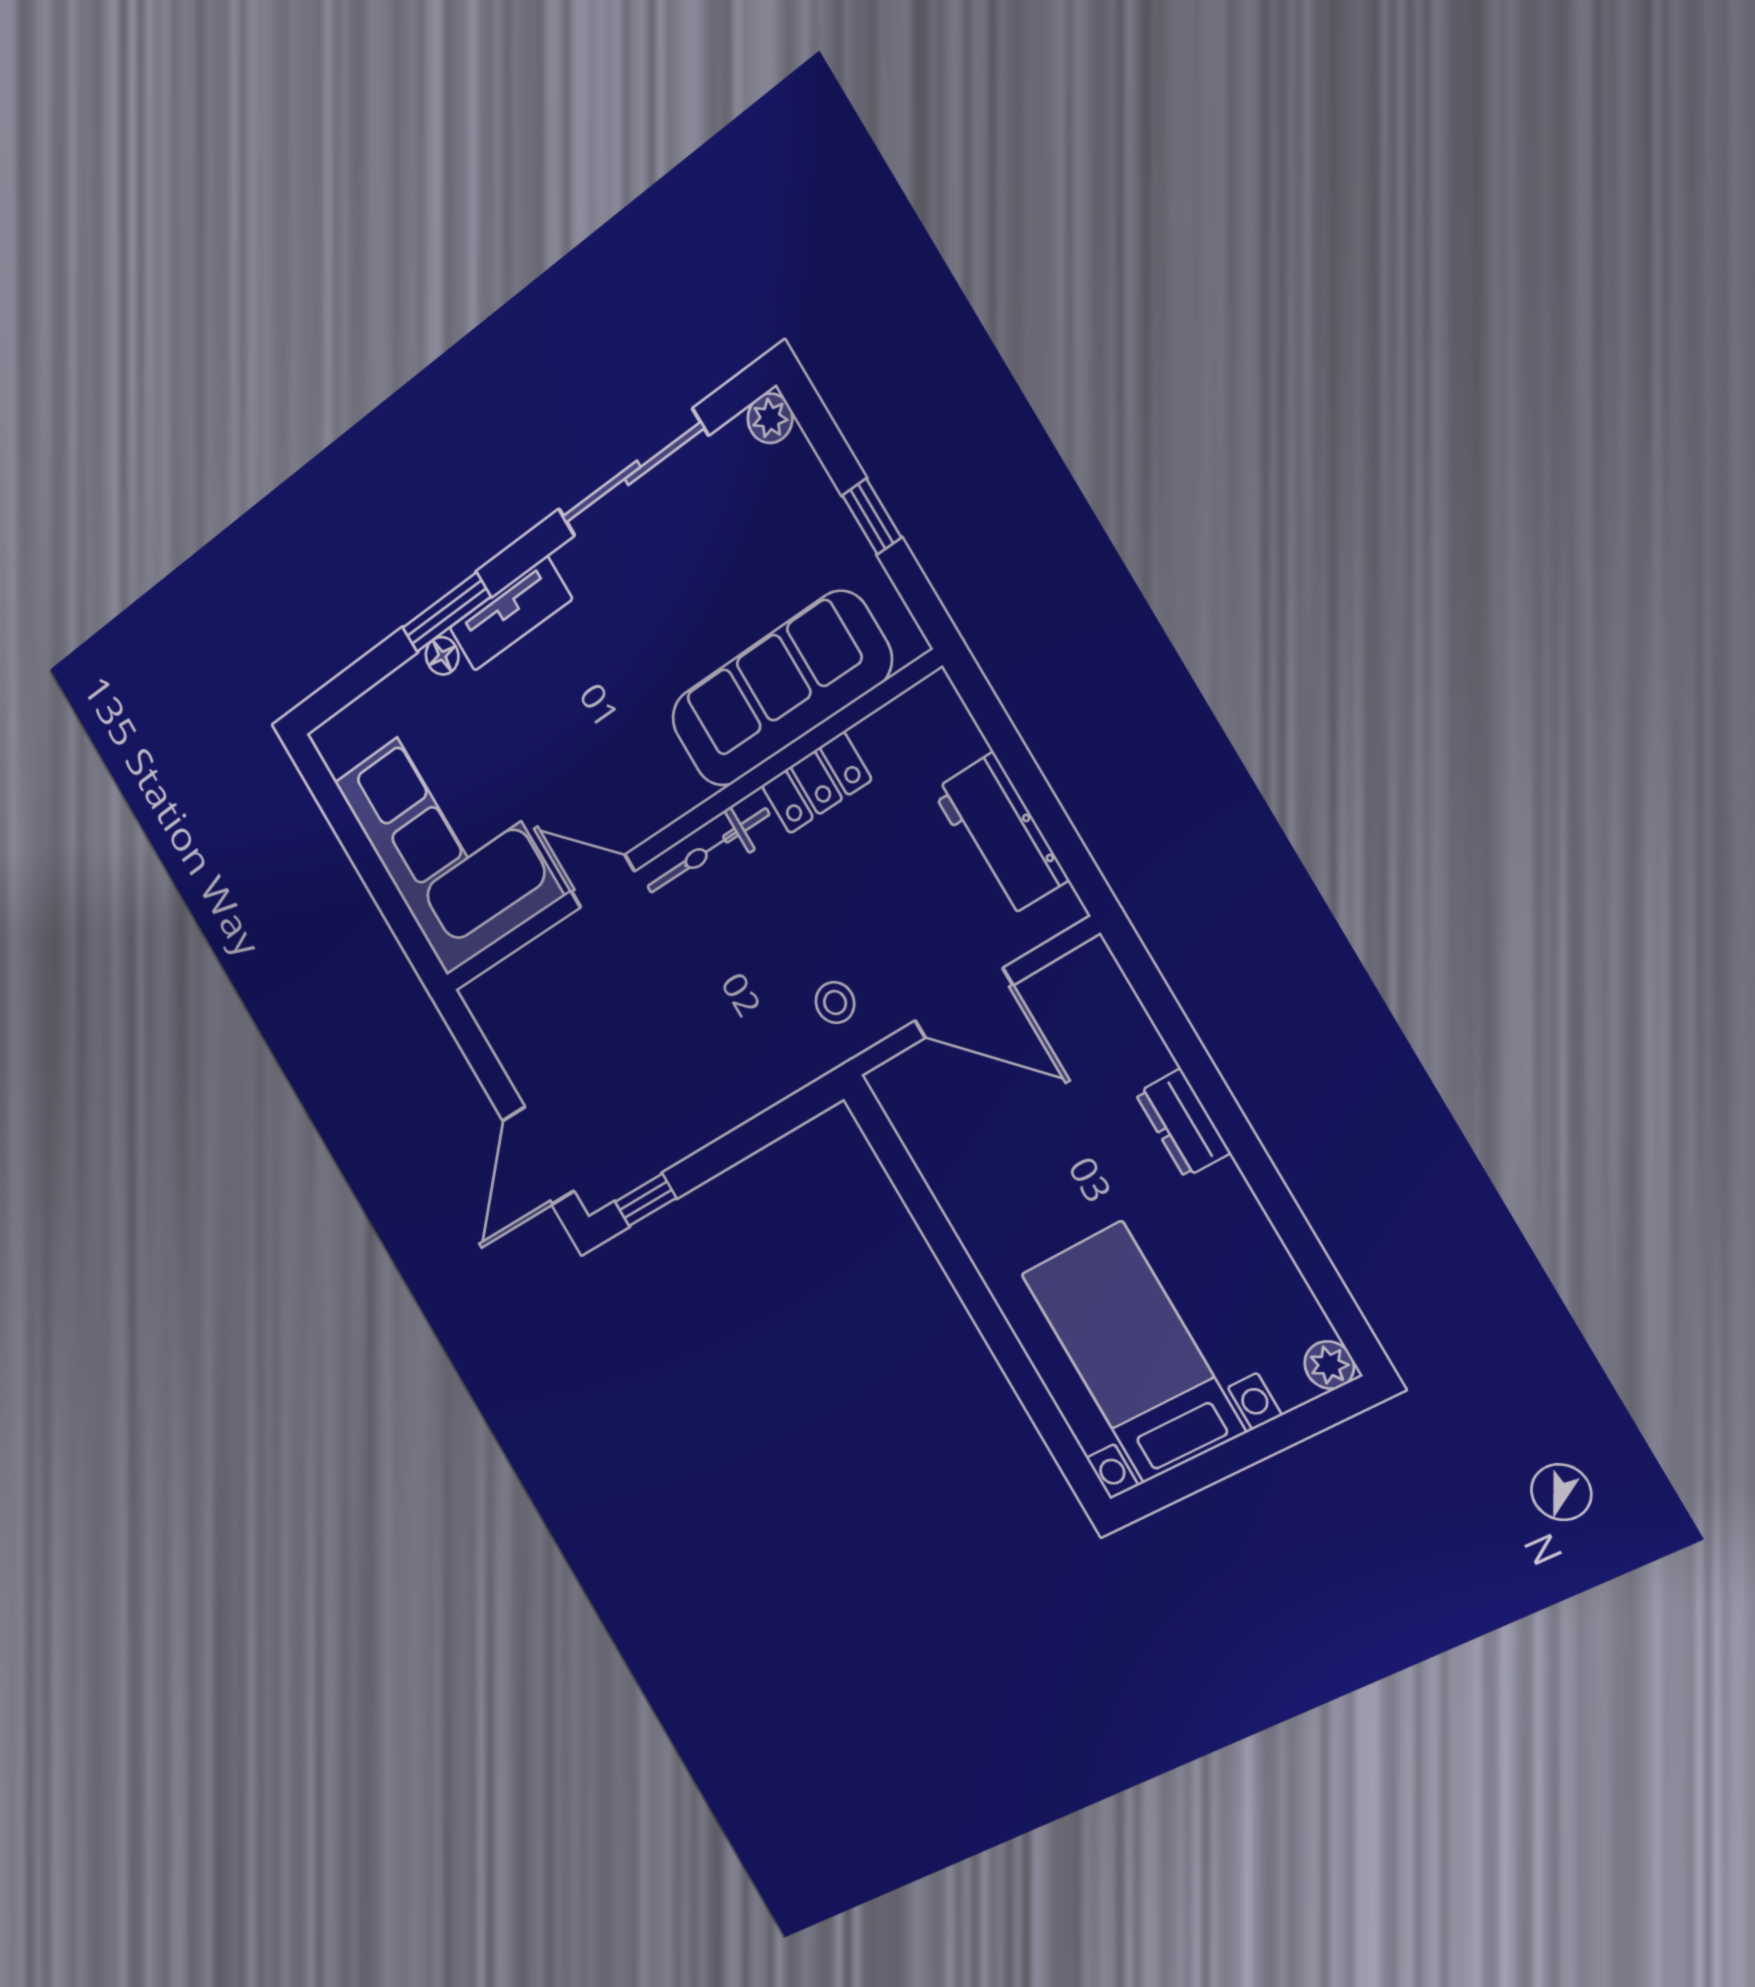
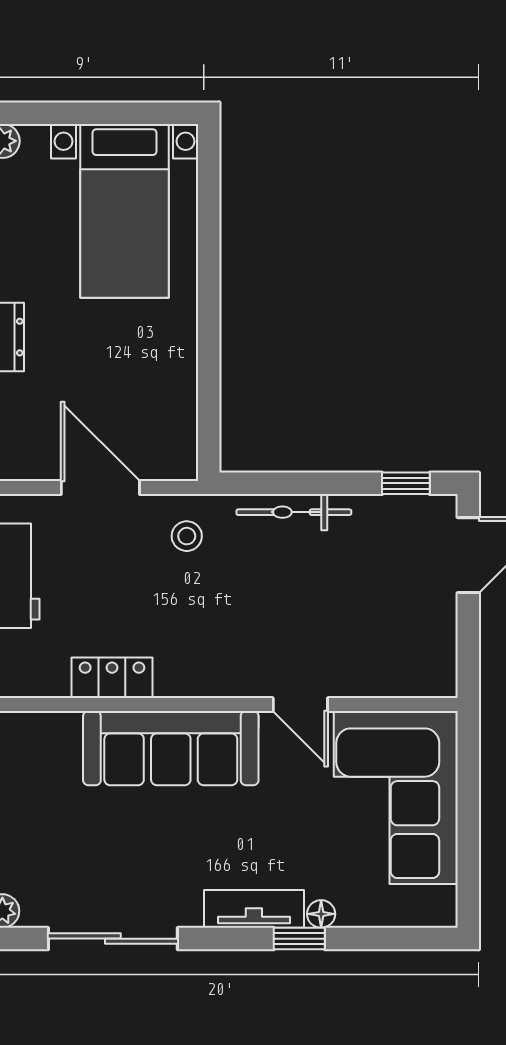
window: (447, 612) -> (299, 939), width x0.67
sofa: (781, 689) -> (171, 748), moved
bicycle: (708, 851) -> (294, 512), moved, turned 180

